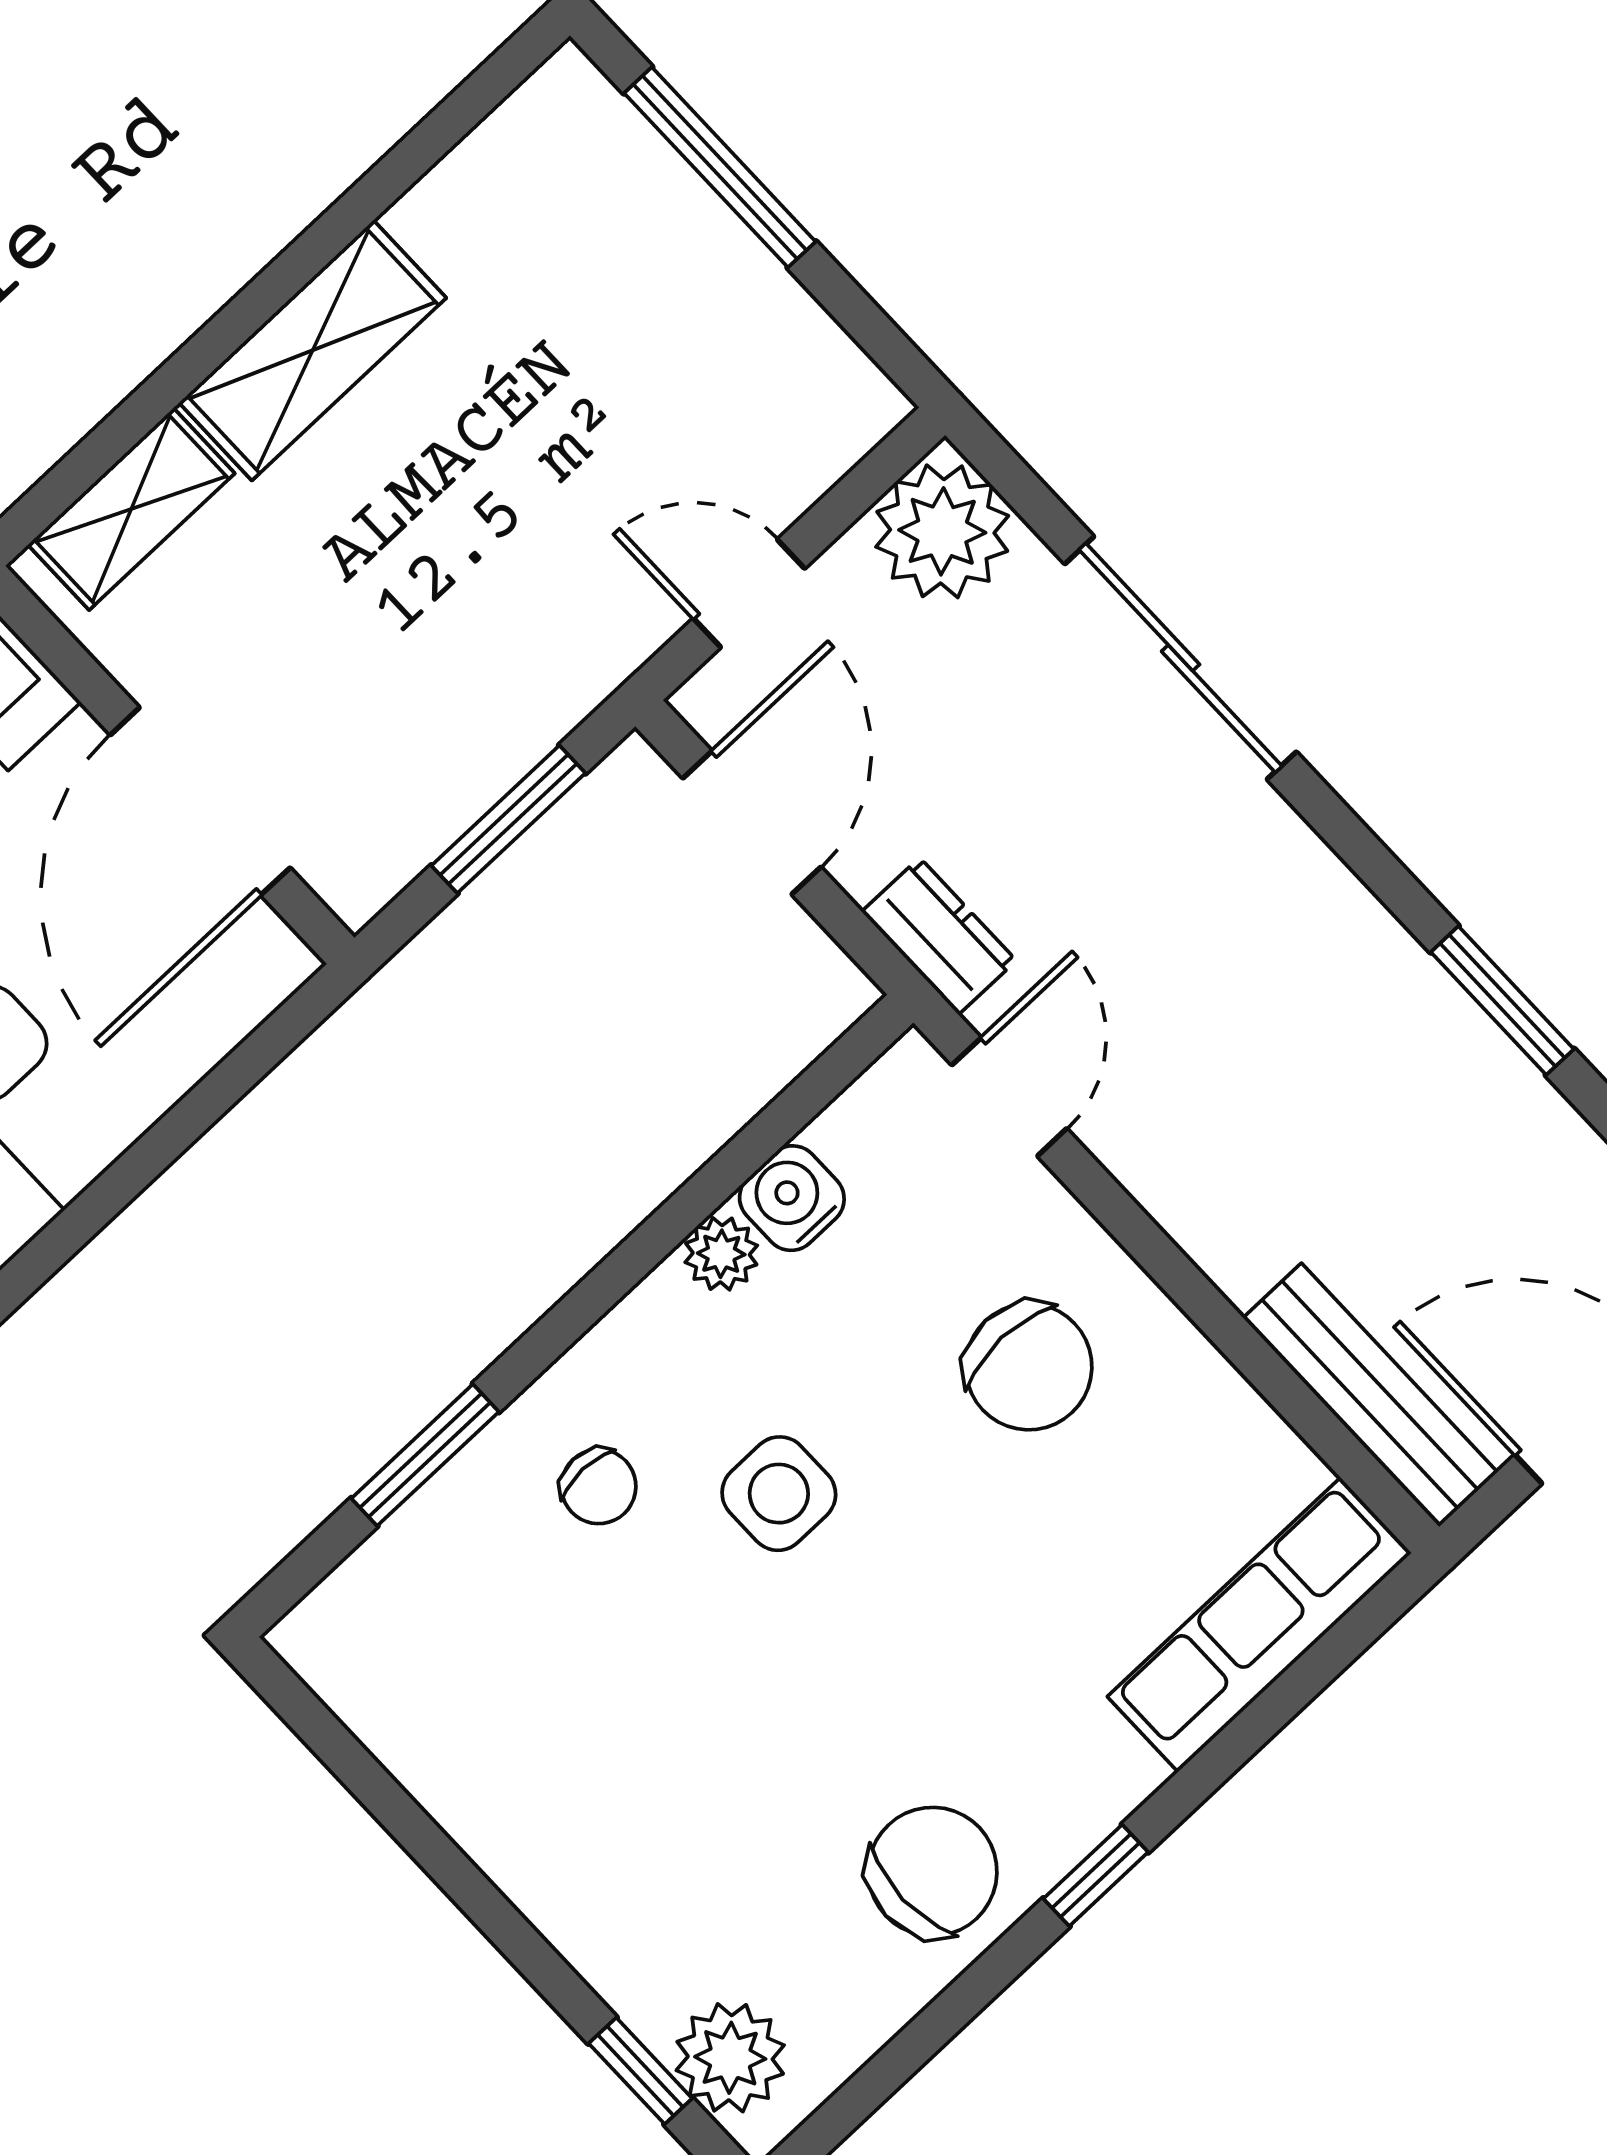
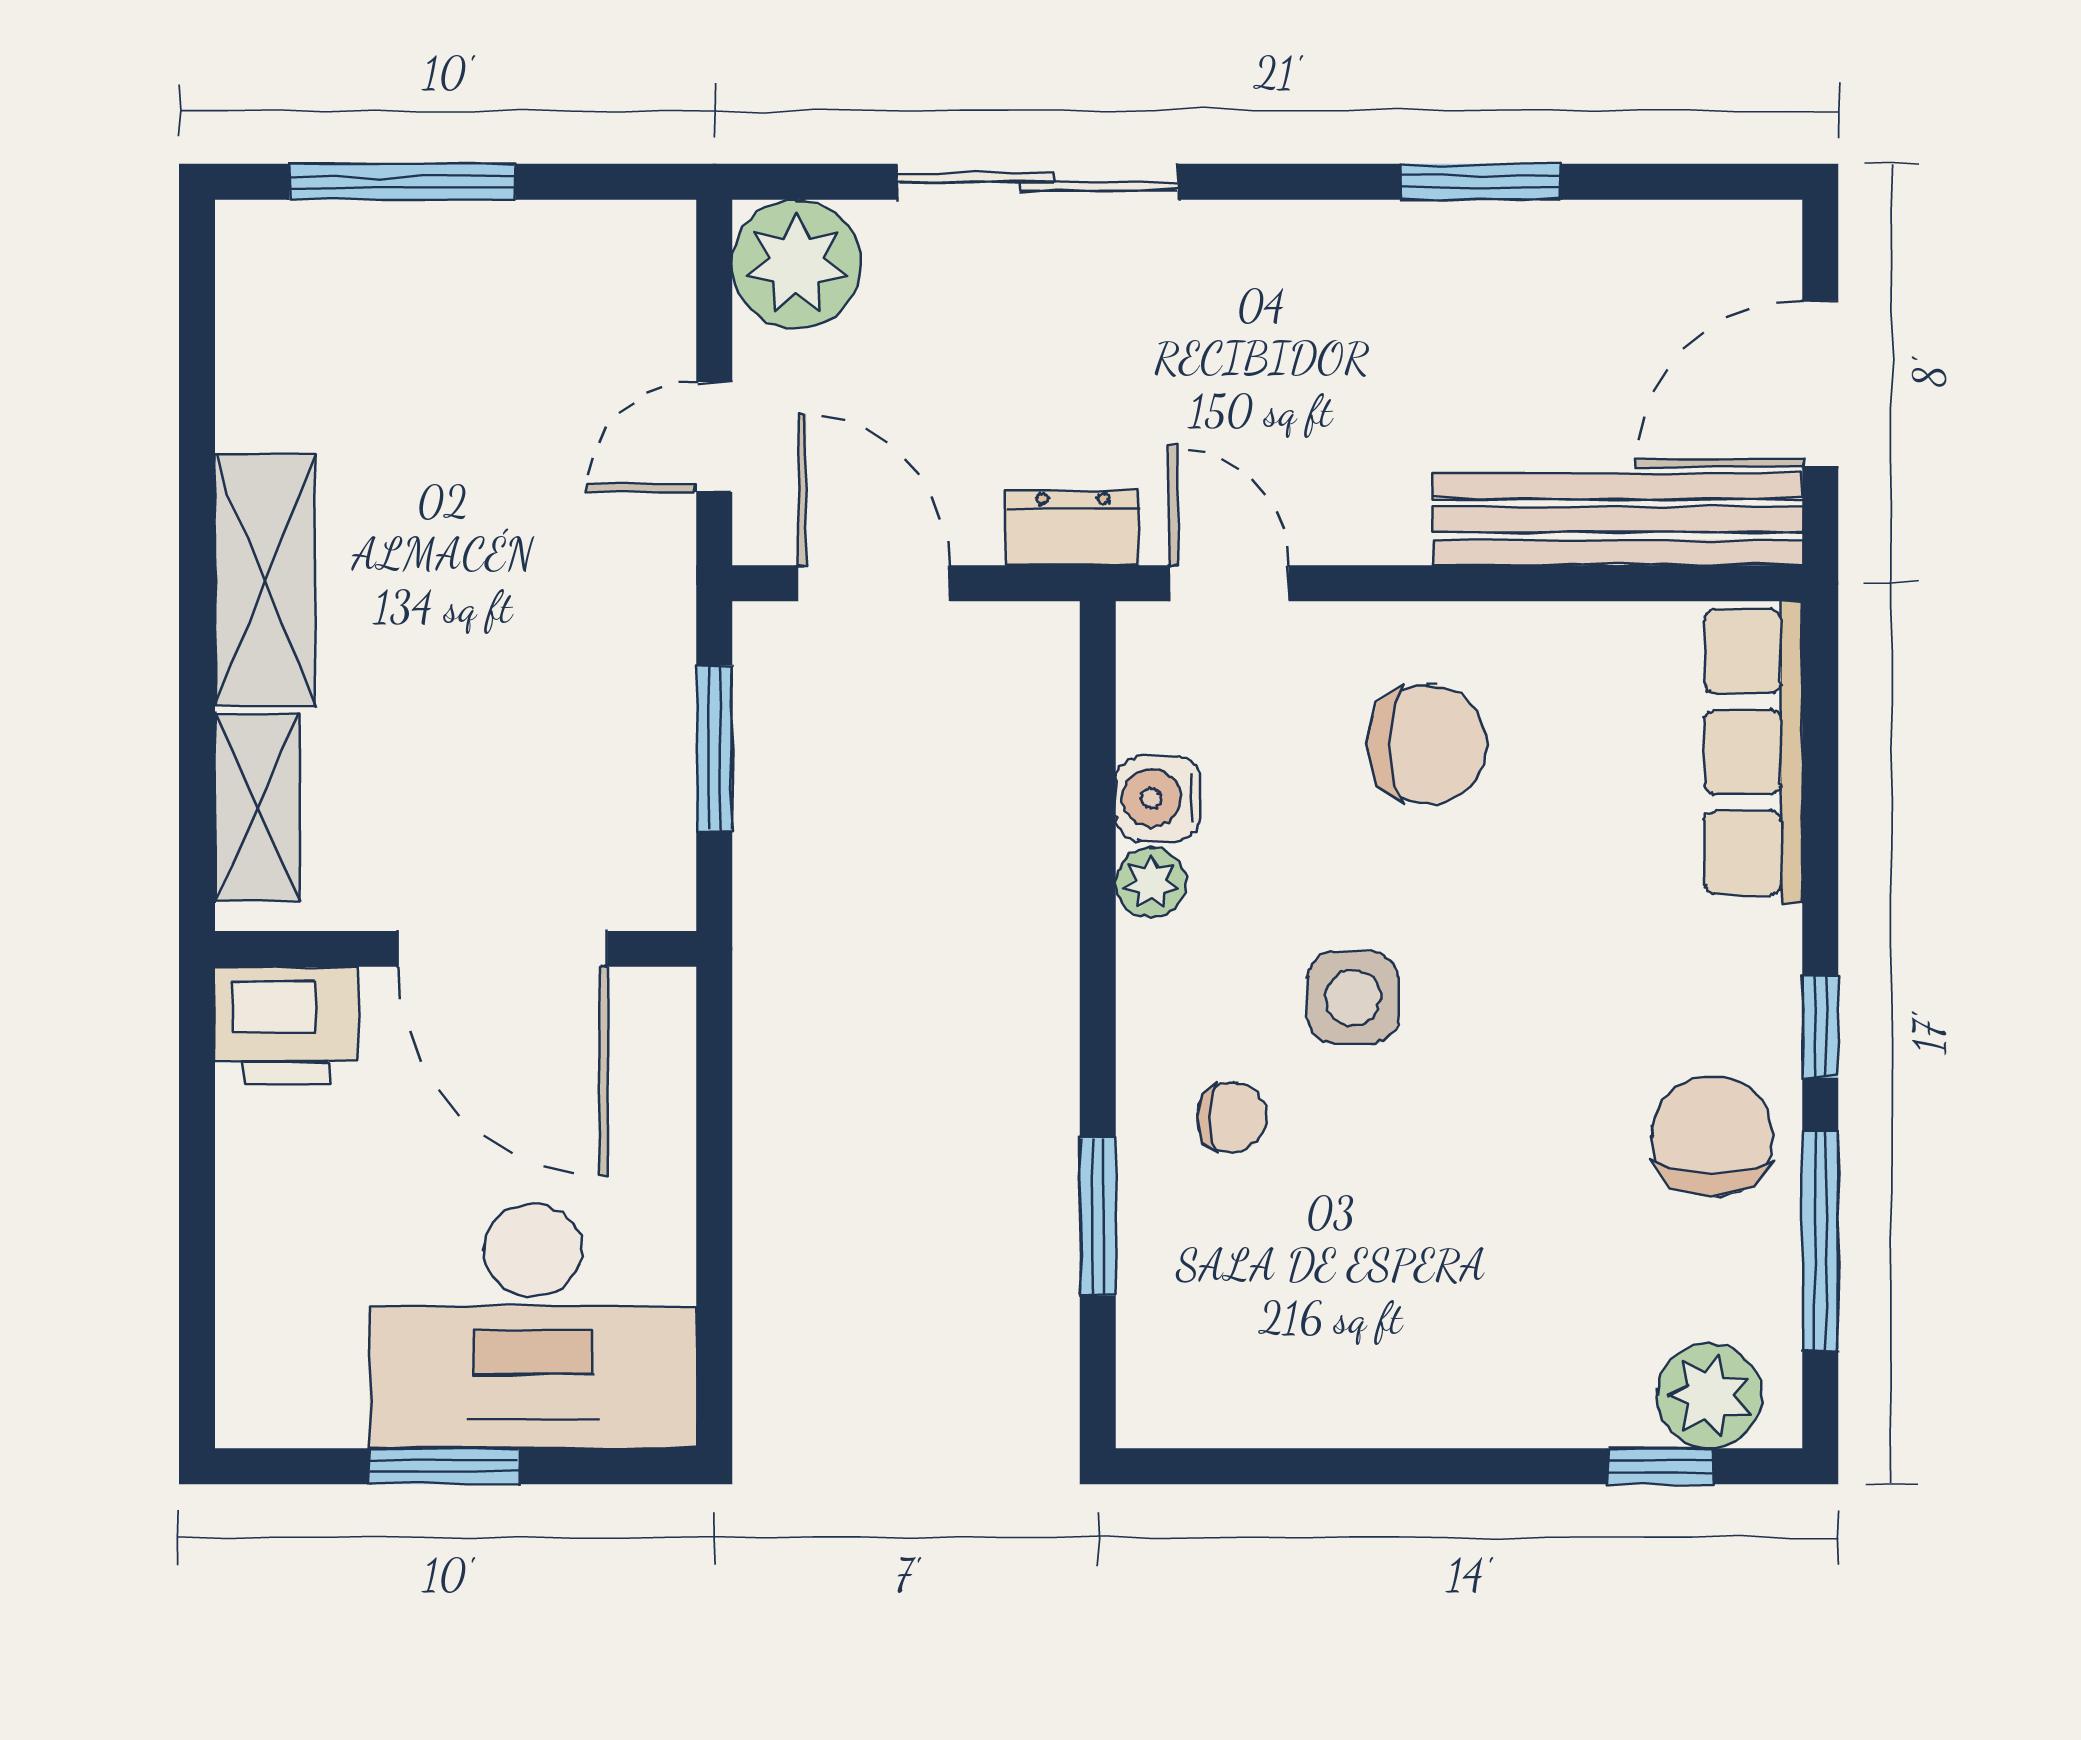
bench: (1370, 1395) -> (1618, 519), width x1.37, depth x1.21
window: (930, 2031) -> (1820, 1241), added

